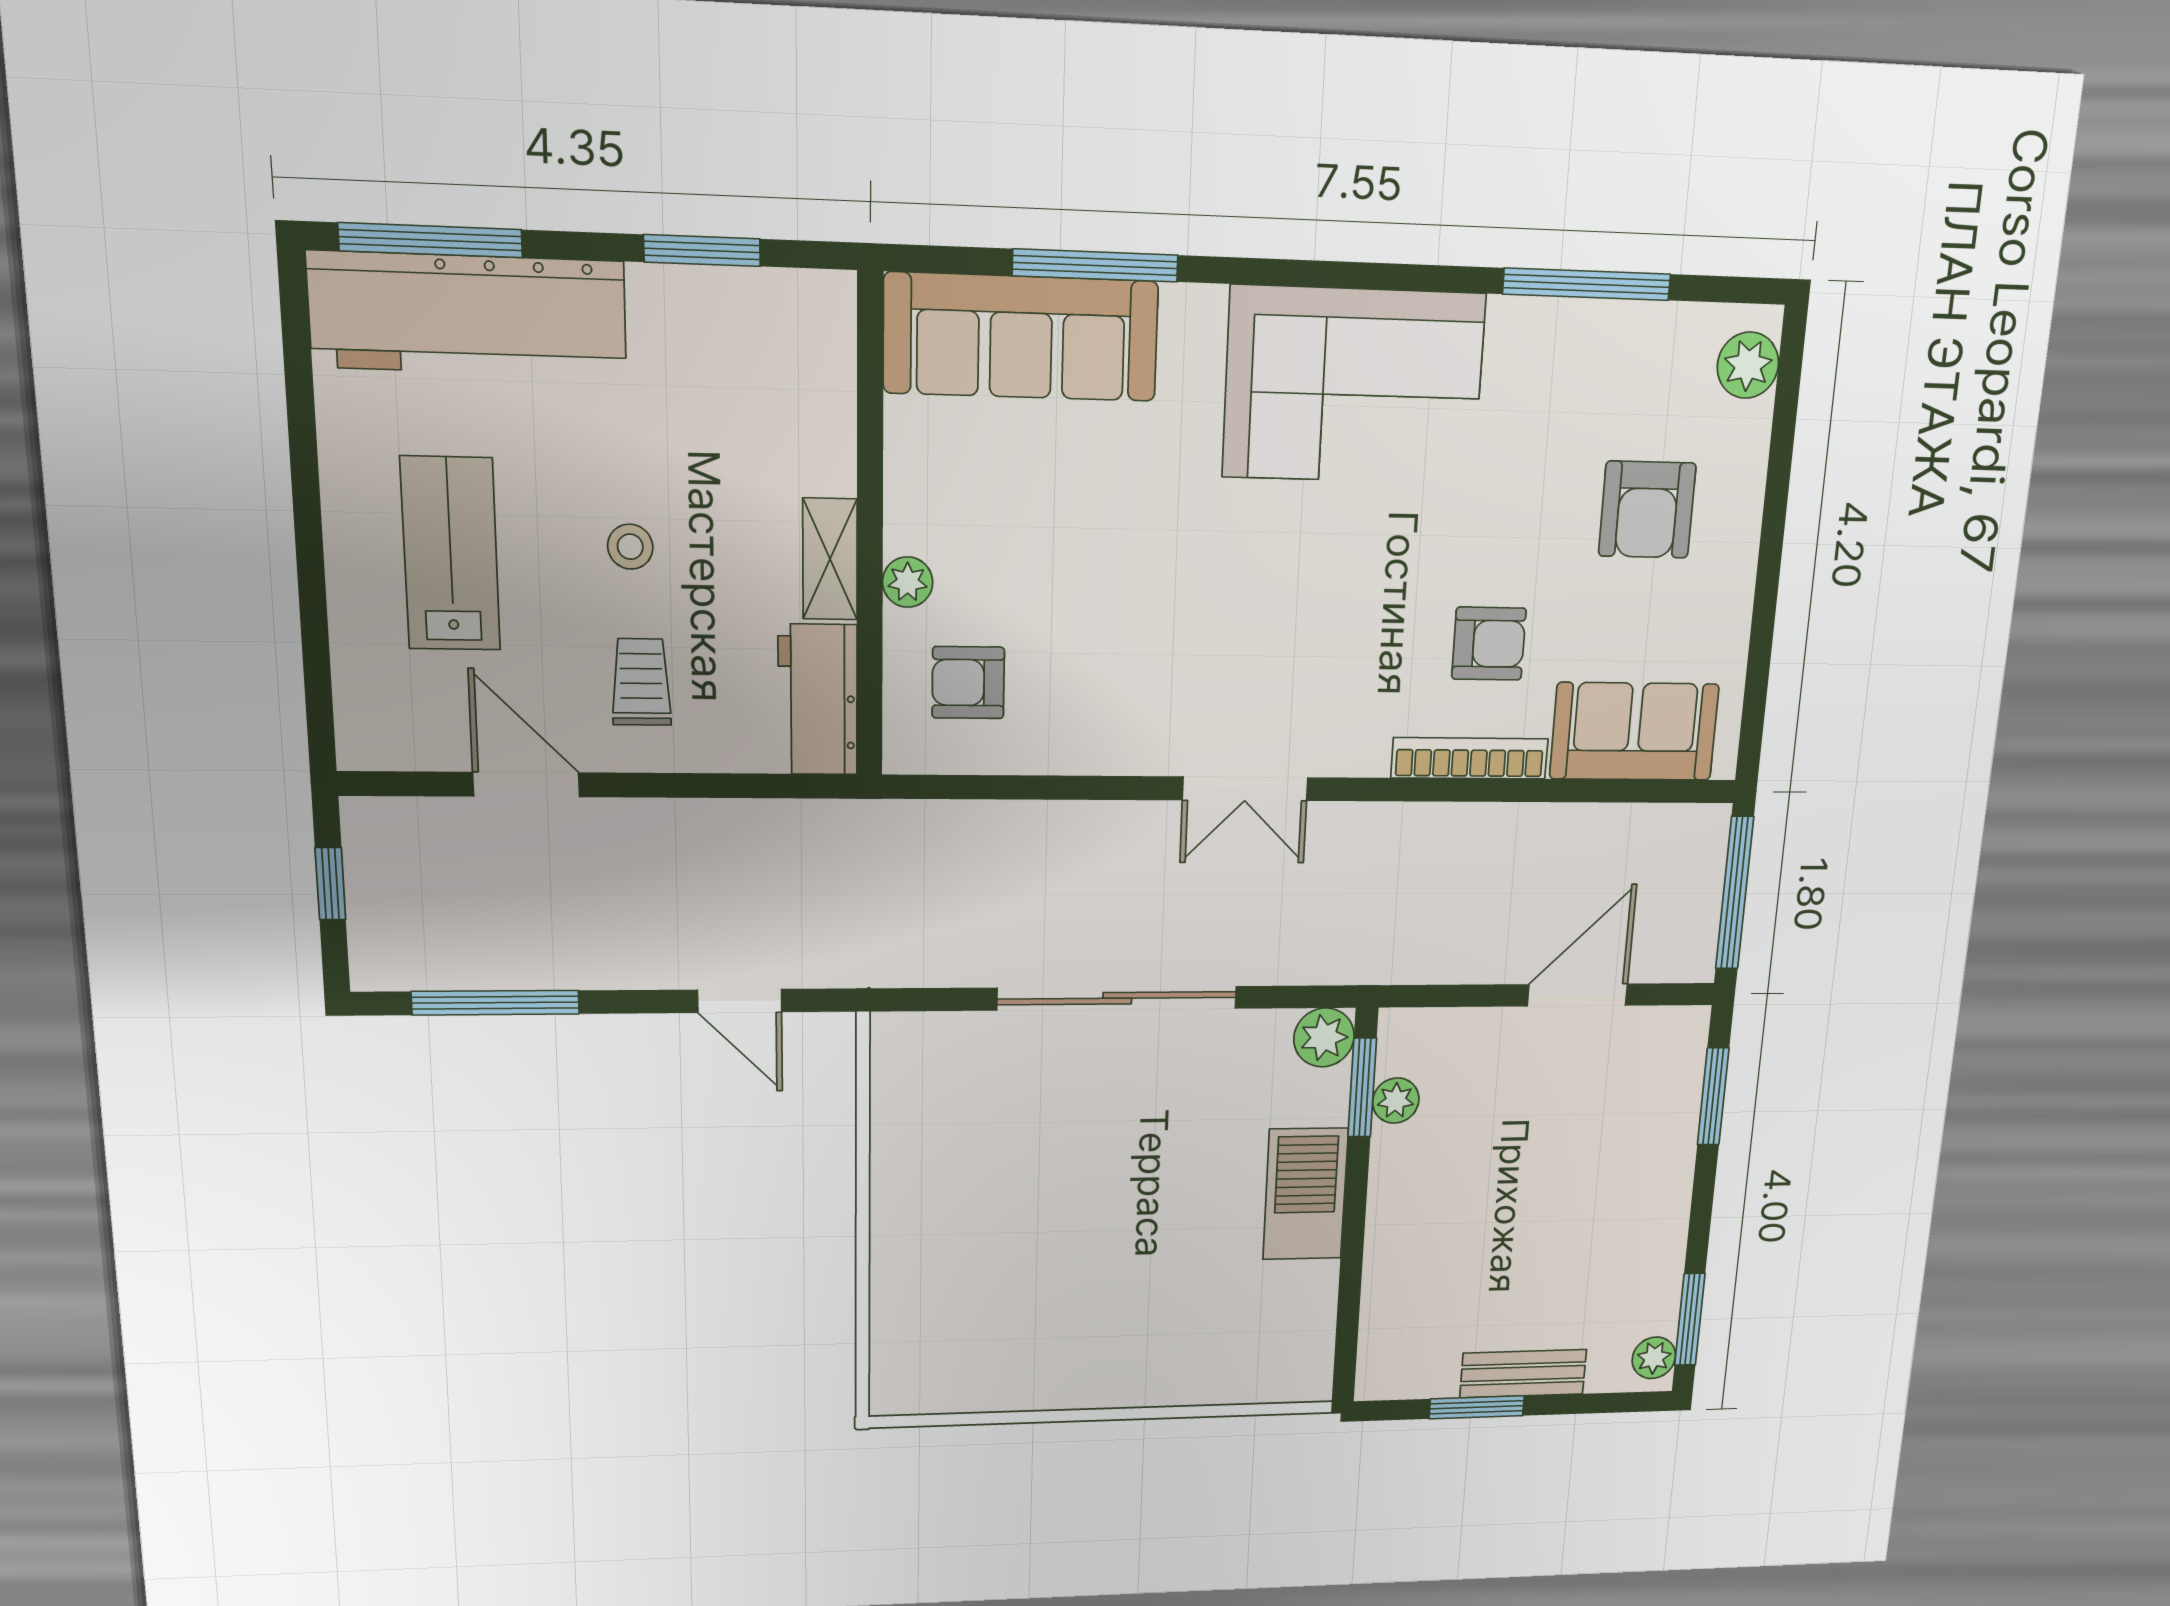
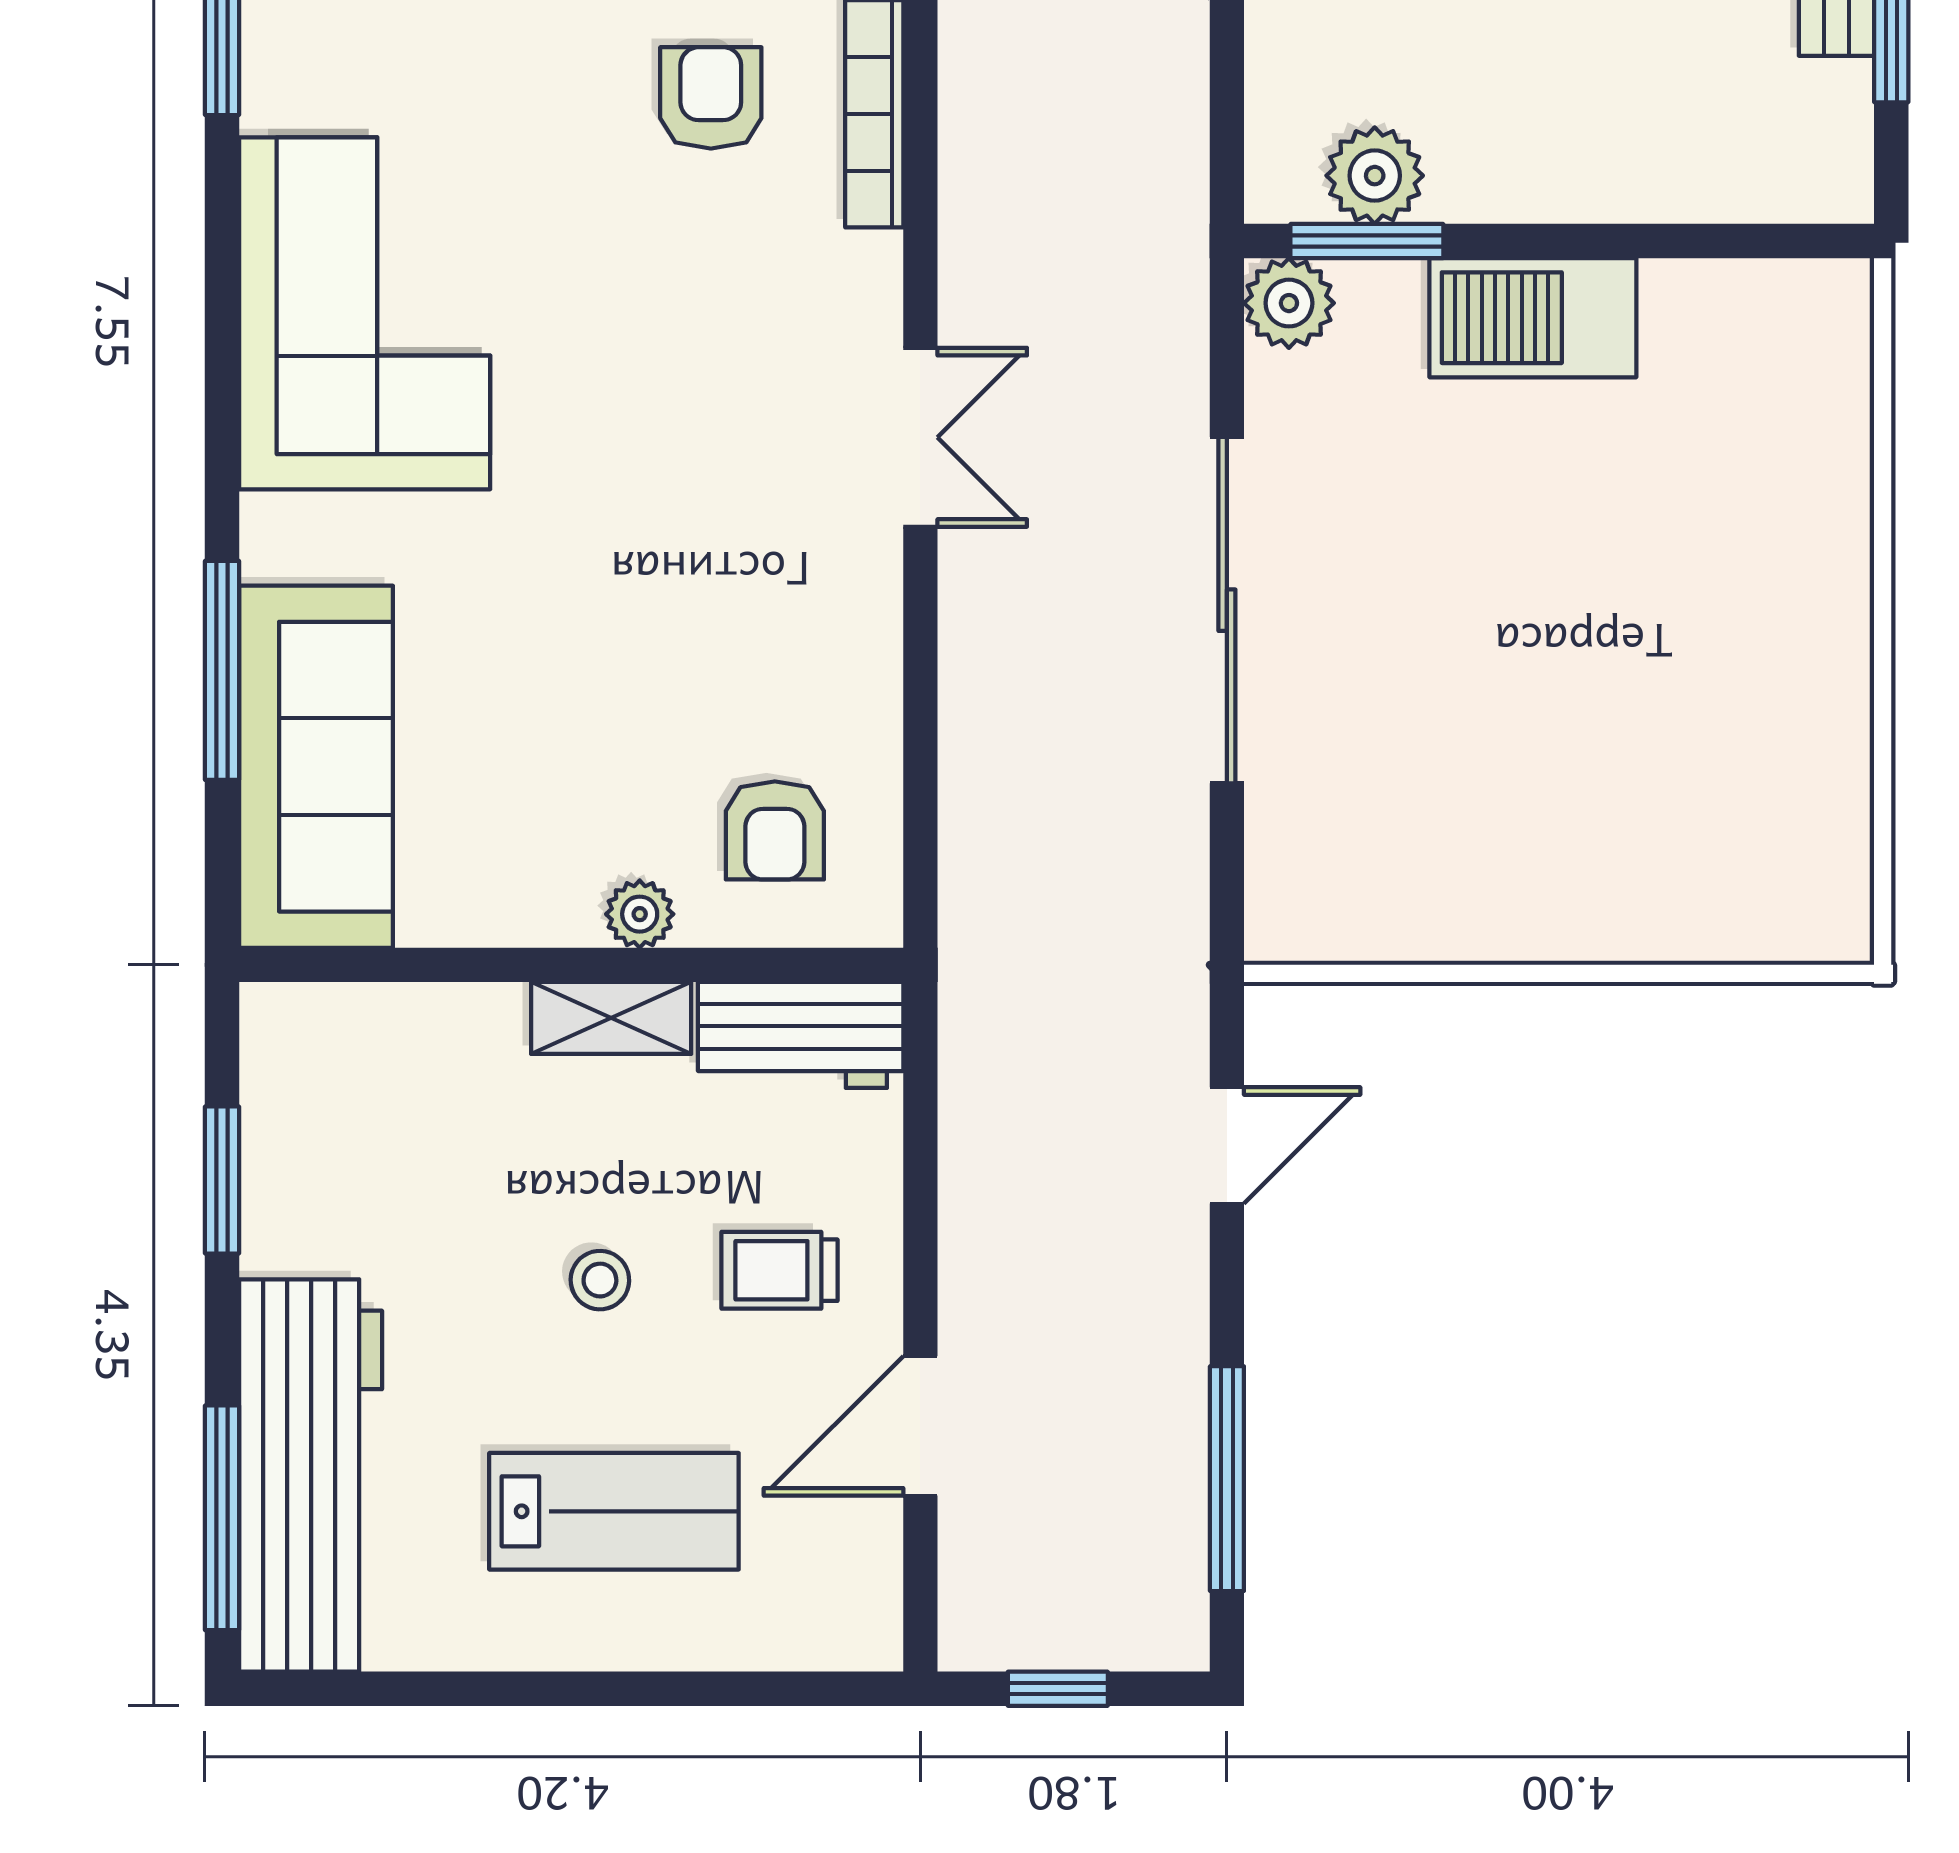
lab bench: (450, 554) -> (614, 1511), turned 180
plant: (1396, 1101) -> (1375, 176), width x1.38, depth x1.38

